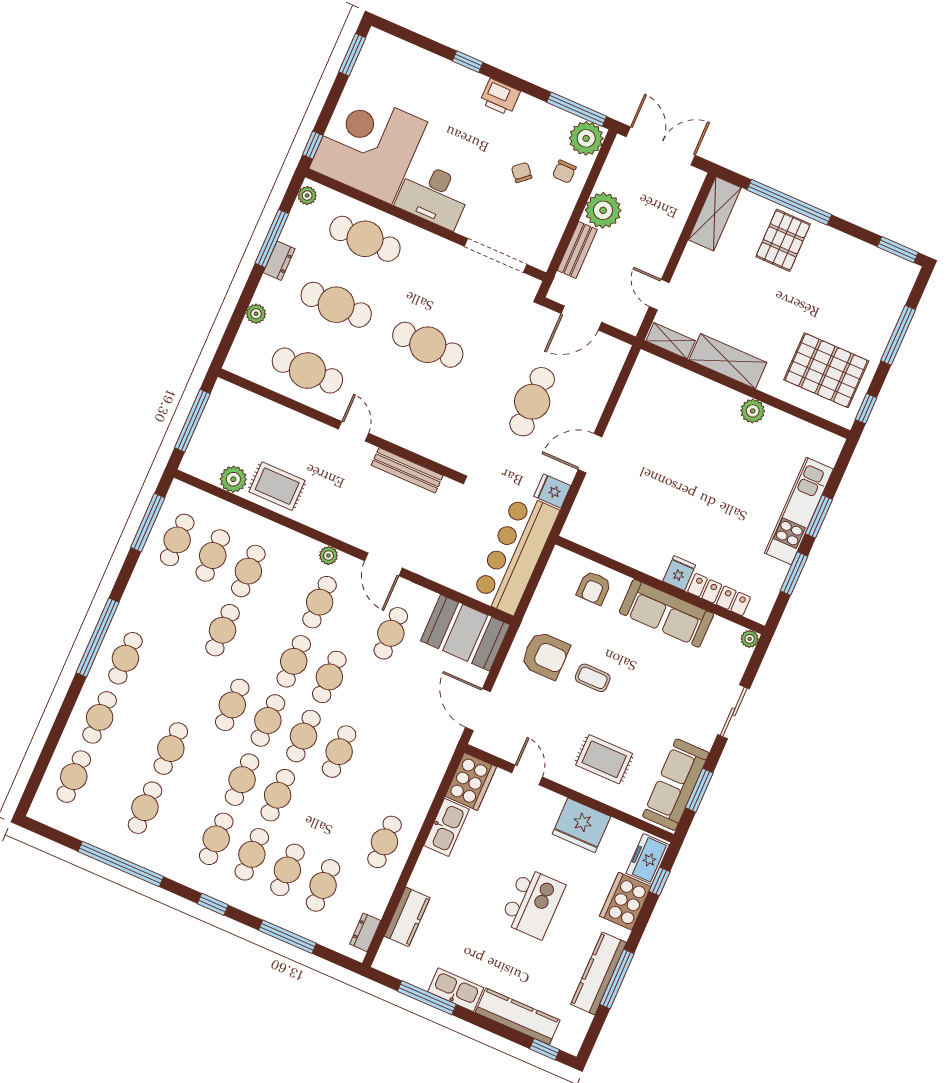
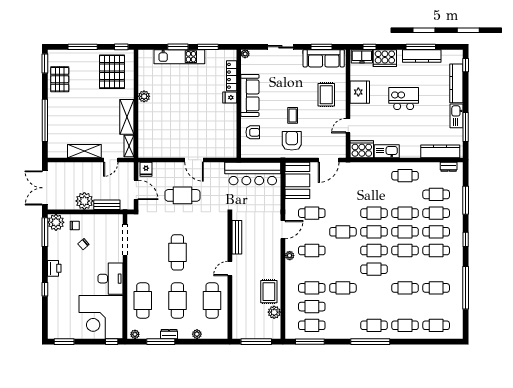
shelving: (715, 214) -> (84, 151), moved
pallet: (783, 240) -> (60, 79), moved, turned 90
fridge: (552, 491) -> (146, 169), moved
cafe table: (294, 661) -> (405, 213), moved
kitchen counter: (407, 917) -> (440, 151), width x1.50

